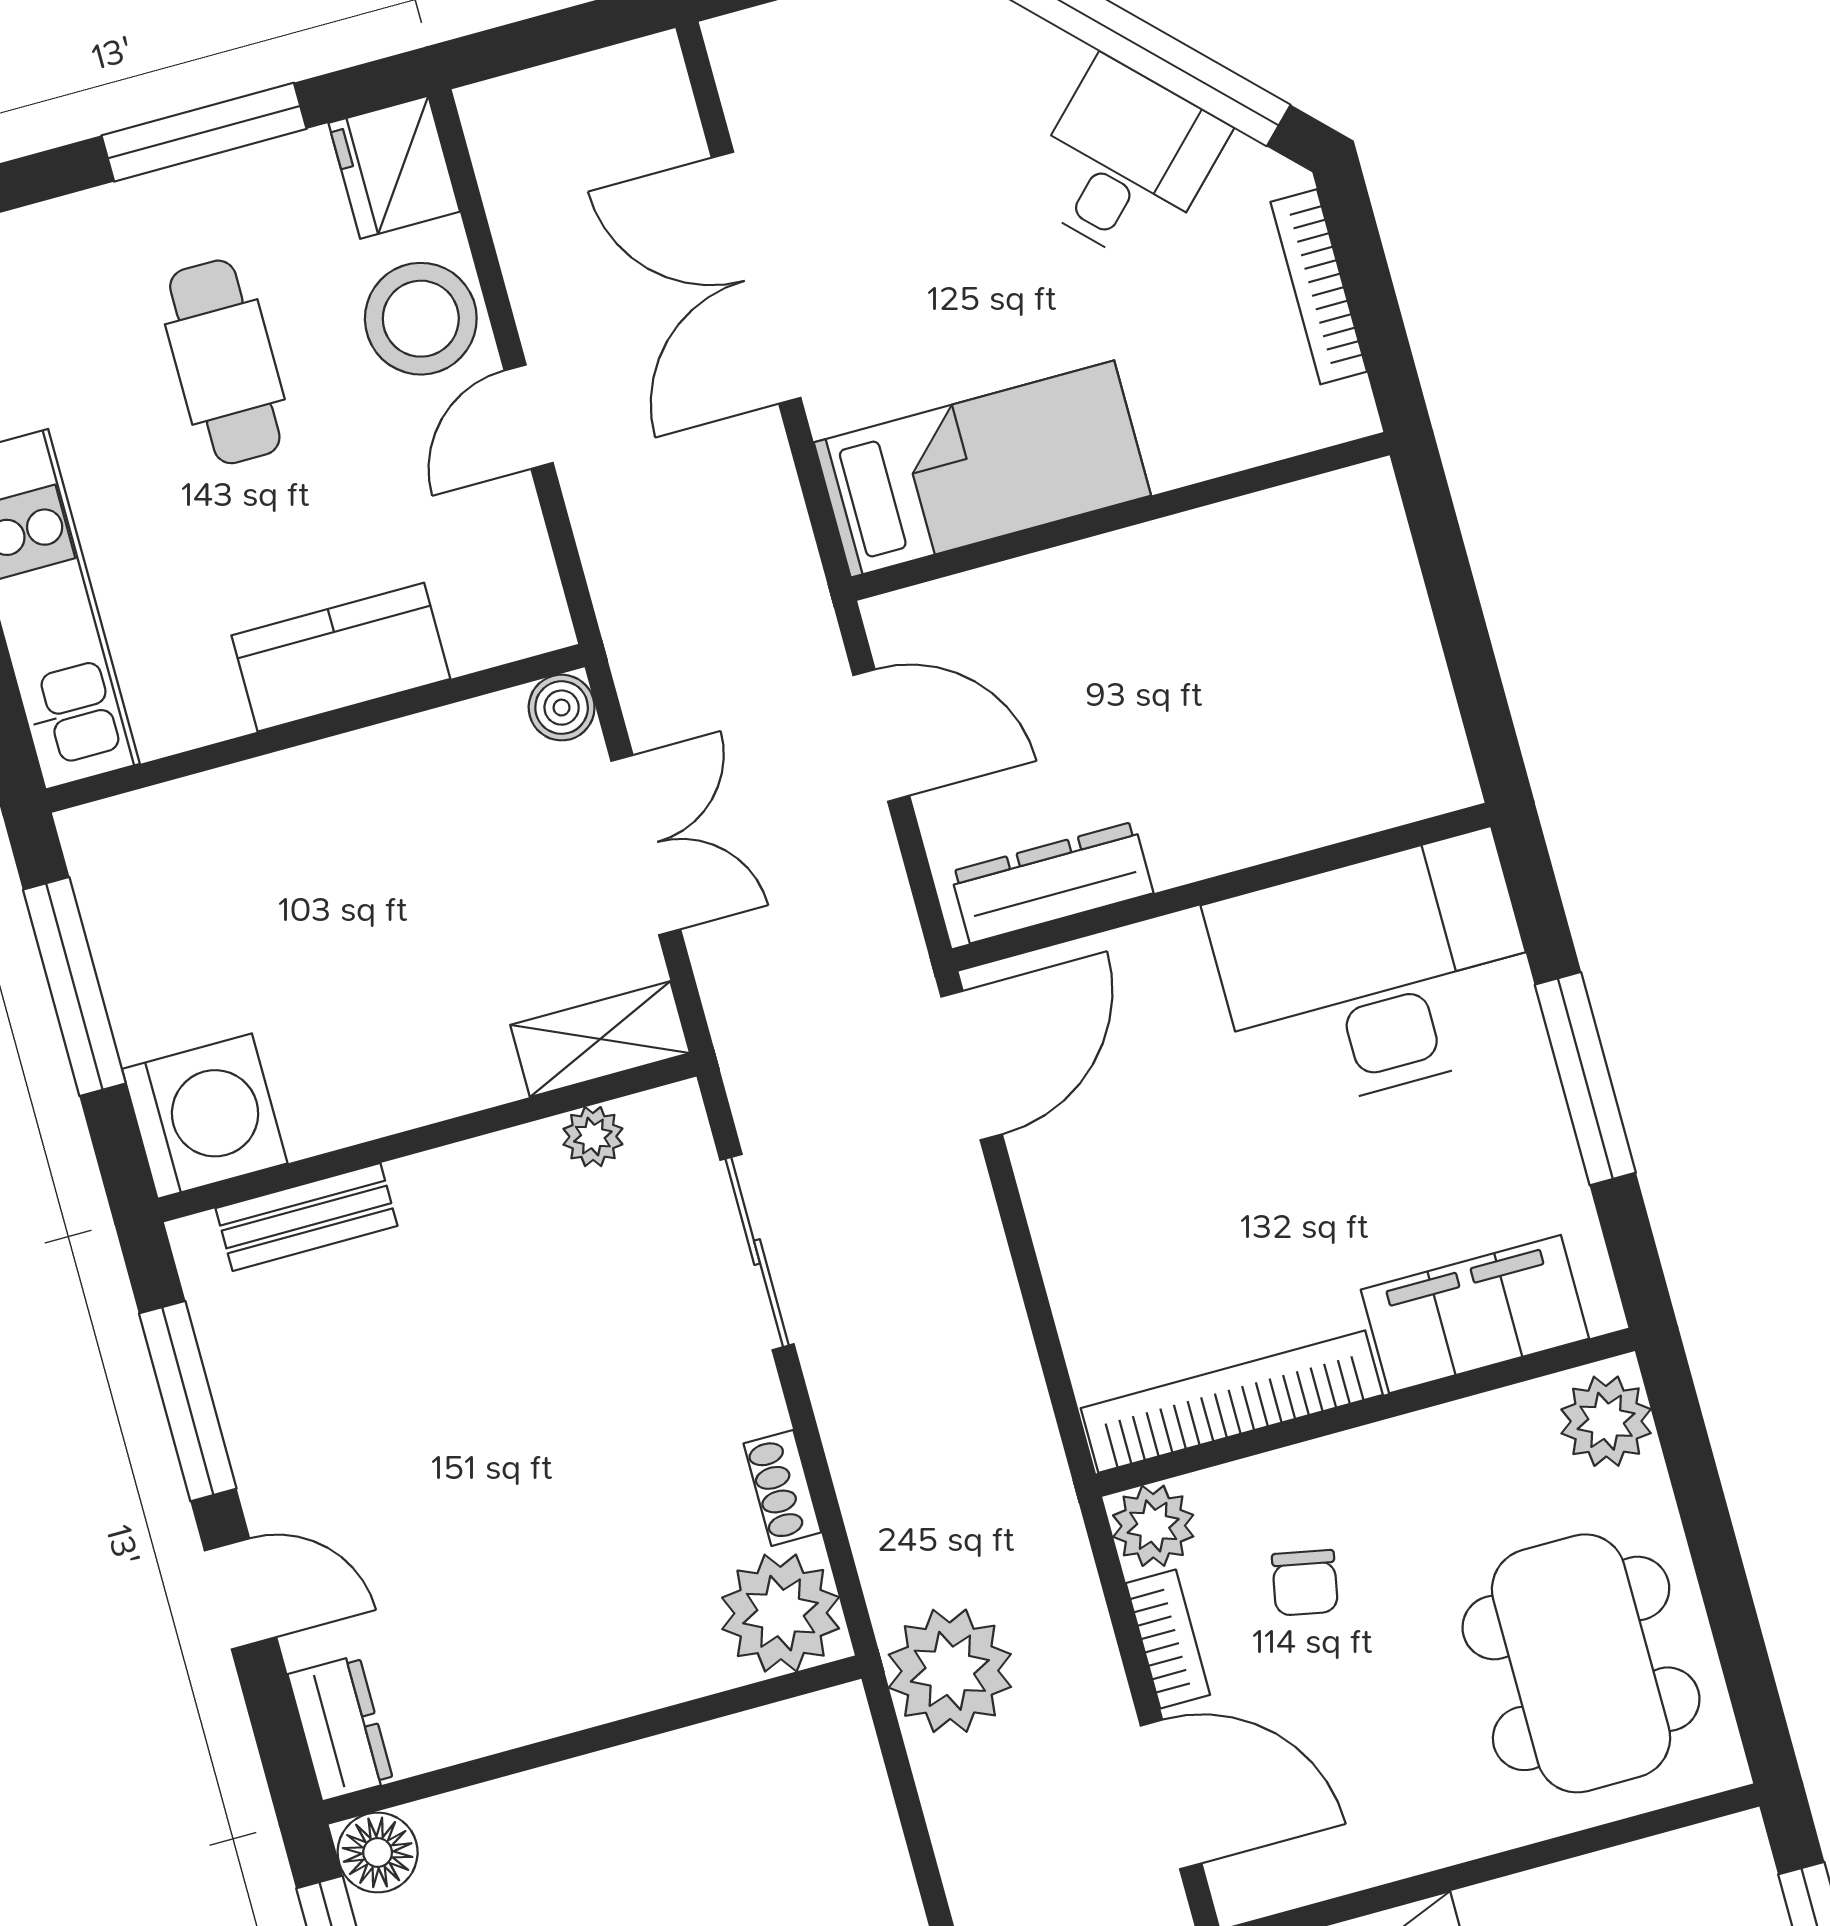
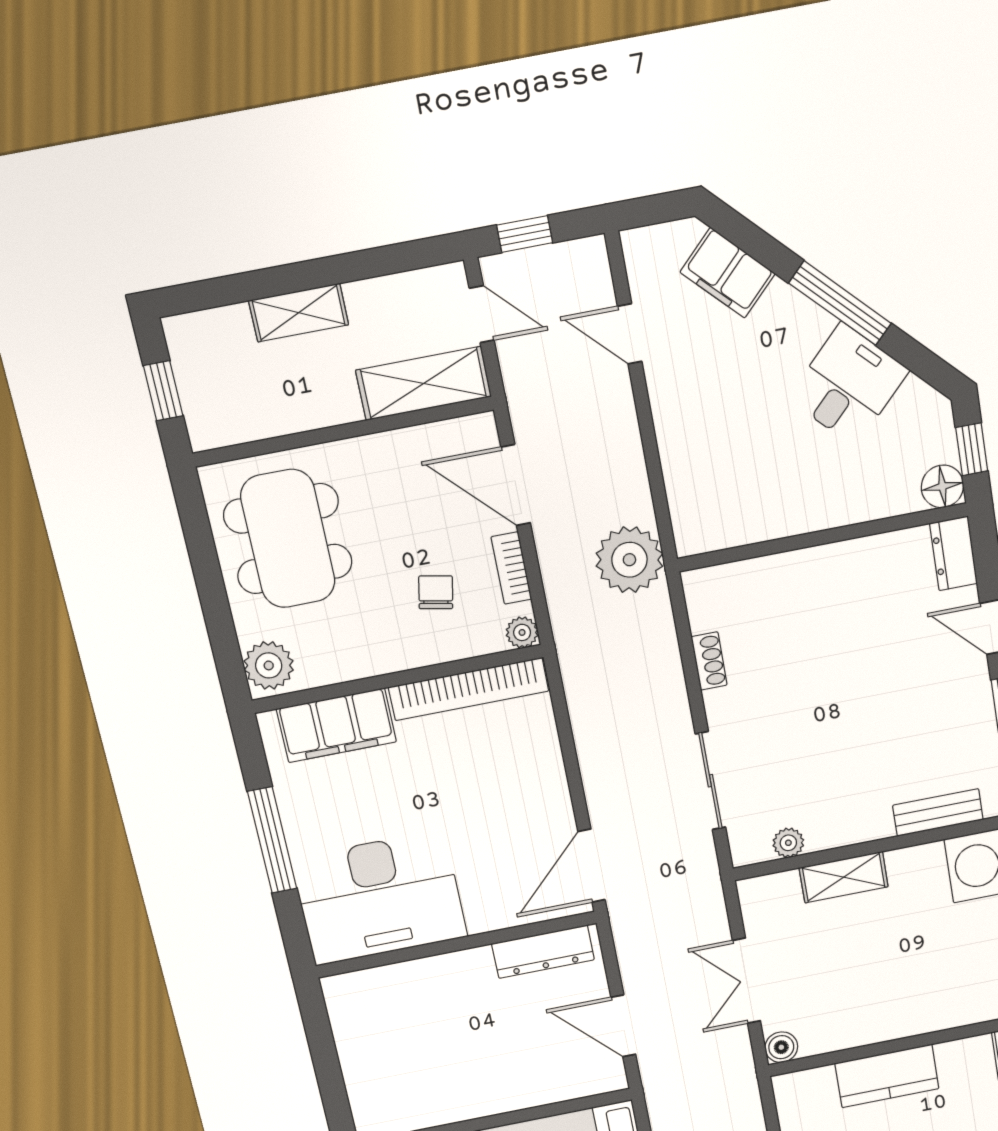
shelving: (600, 1039) -> (844, 877), moved
plant: (1153, 1526) -> (522, 632), width x0.73, depth x0.73
plant: (781, 1613) -> (716, 596), removed

